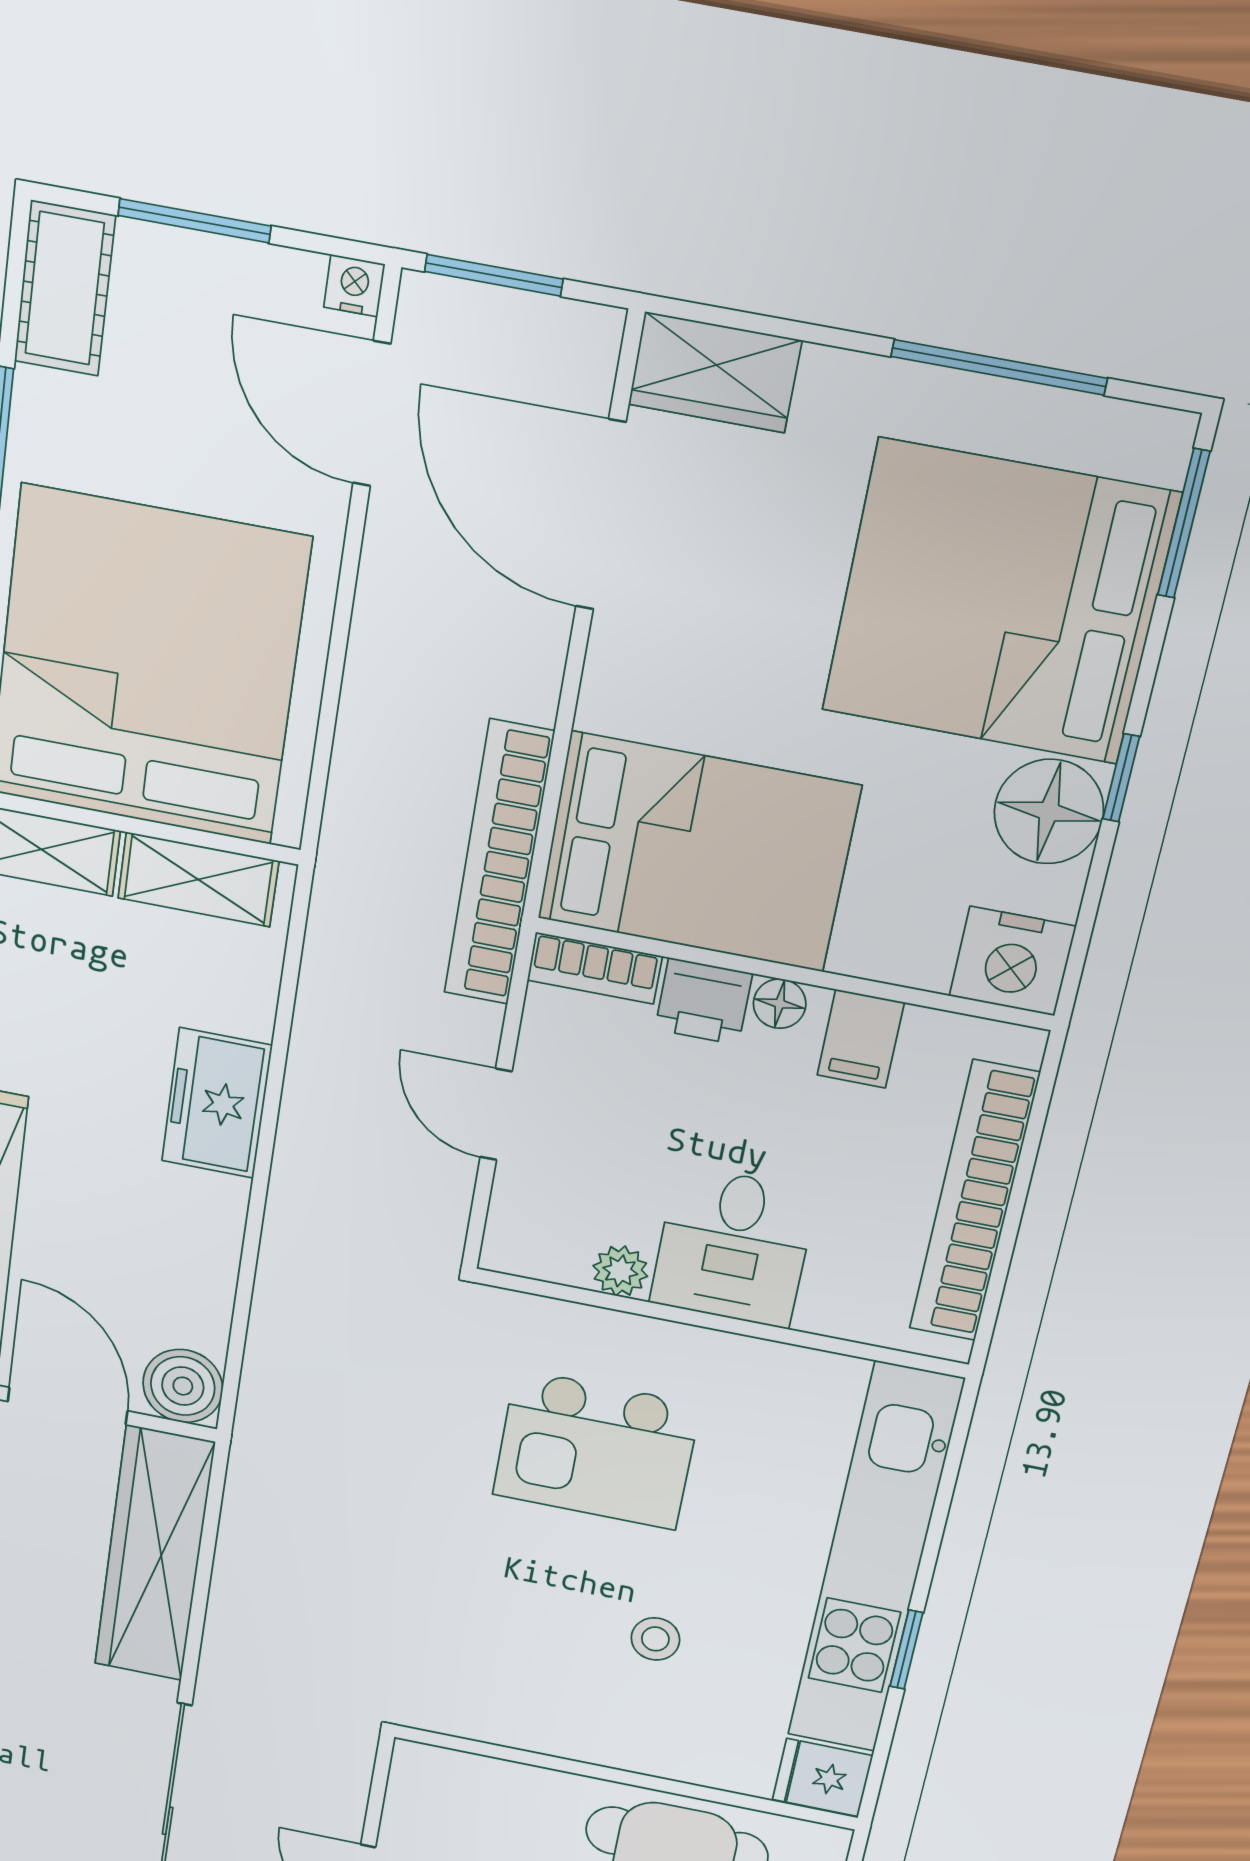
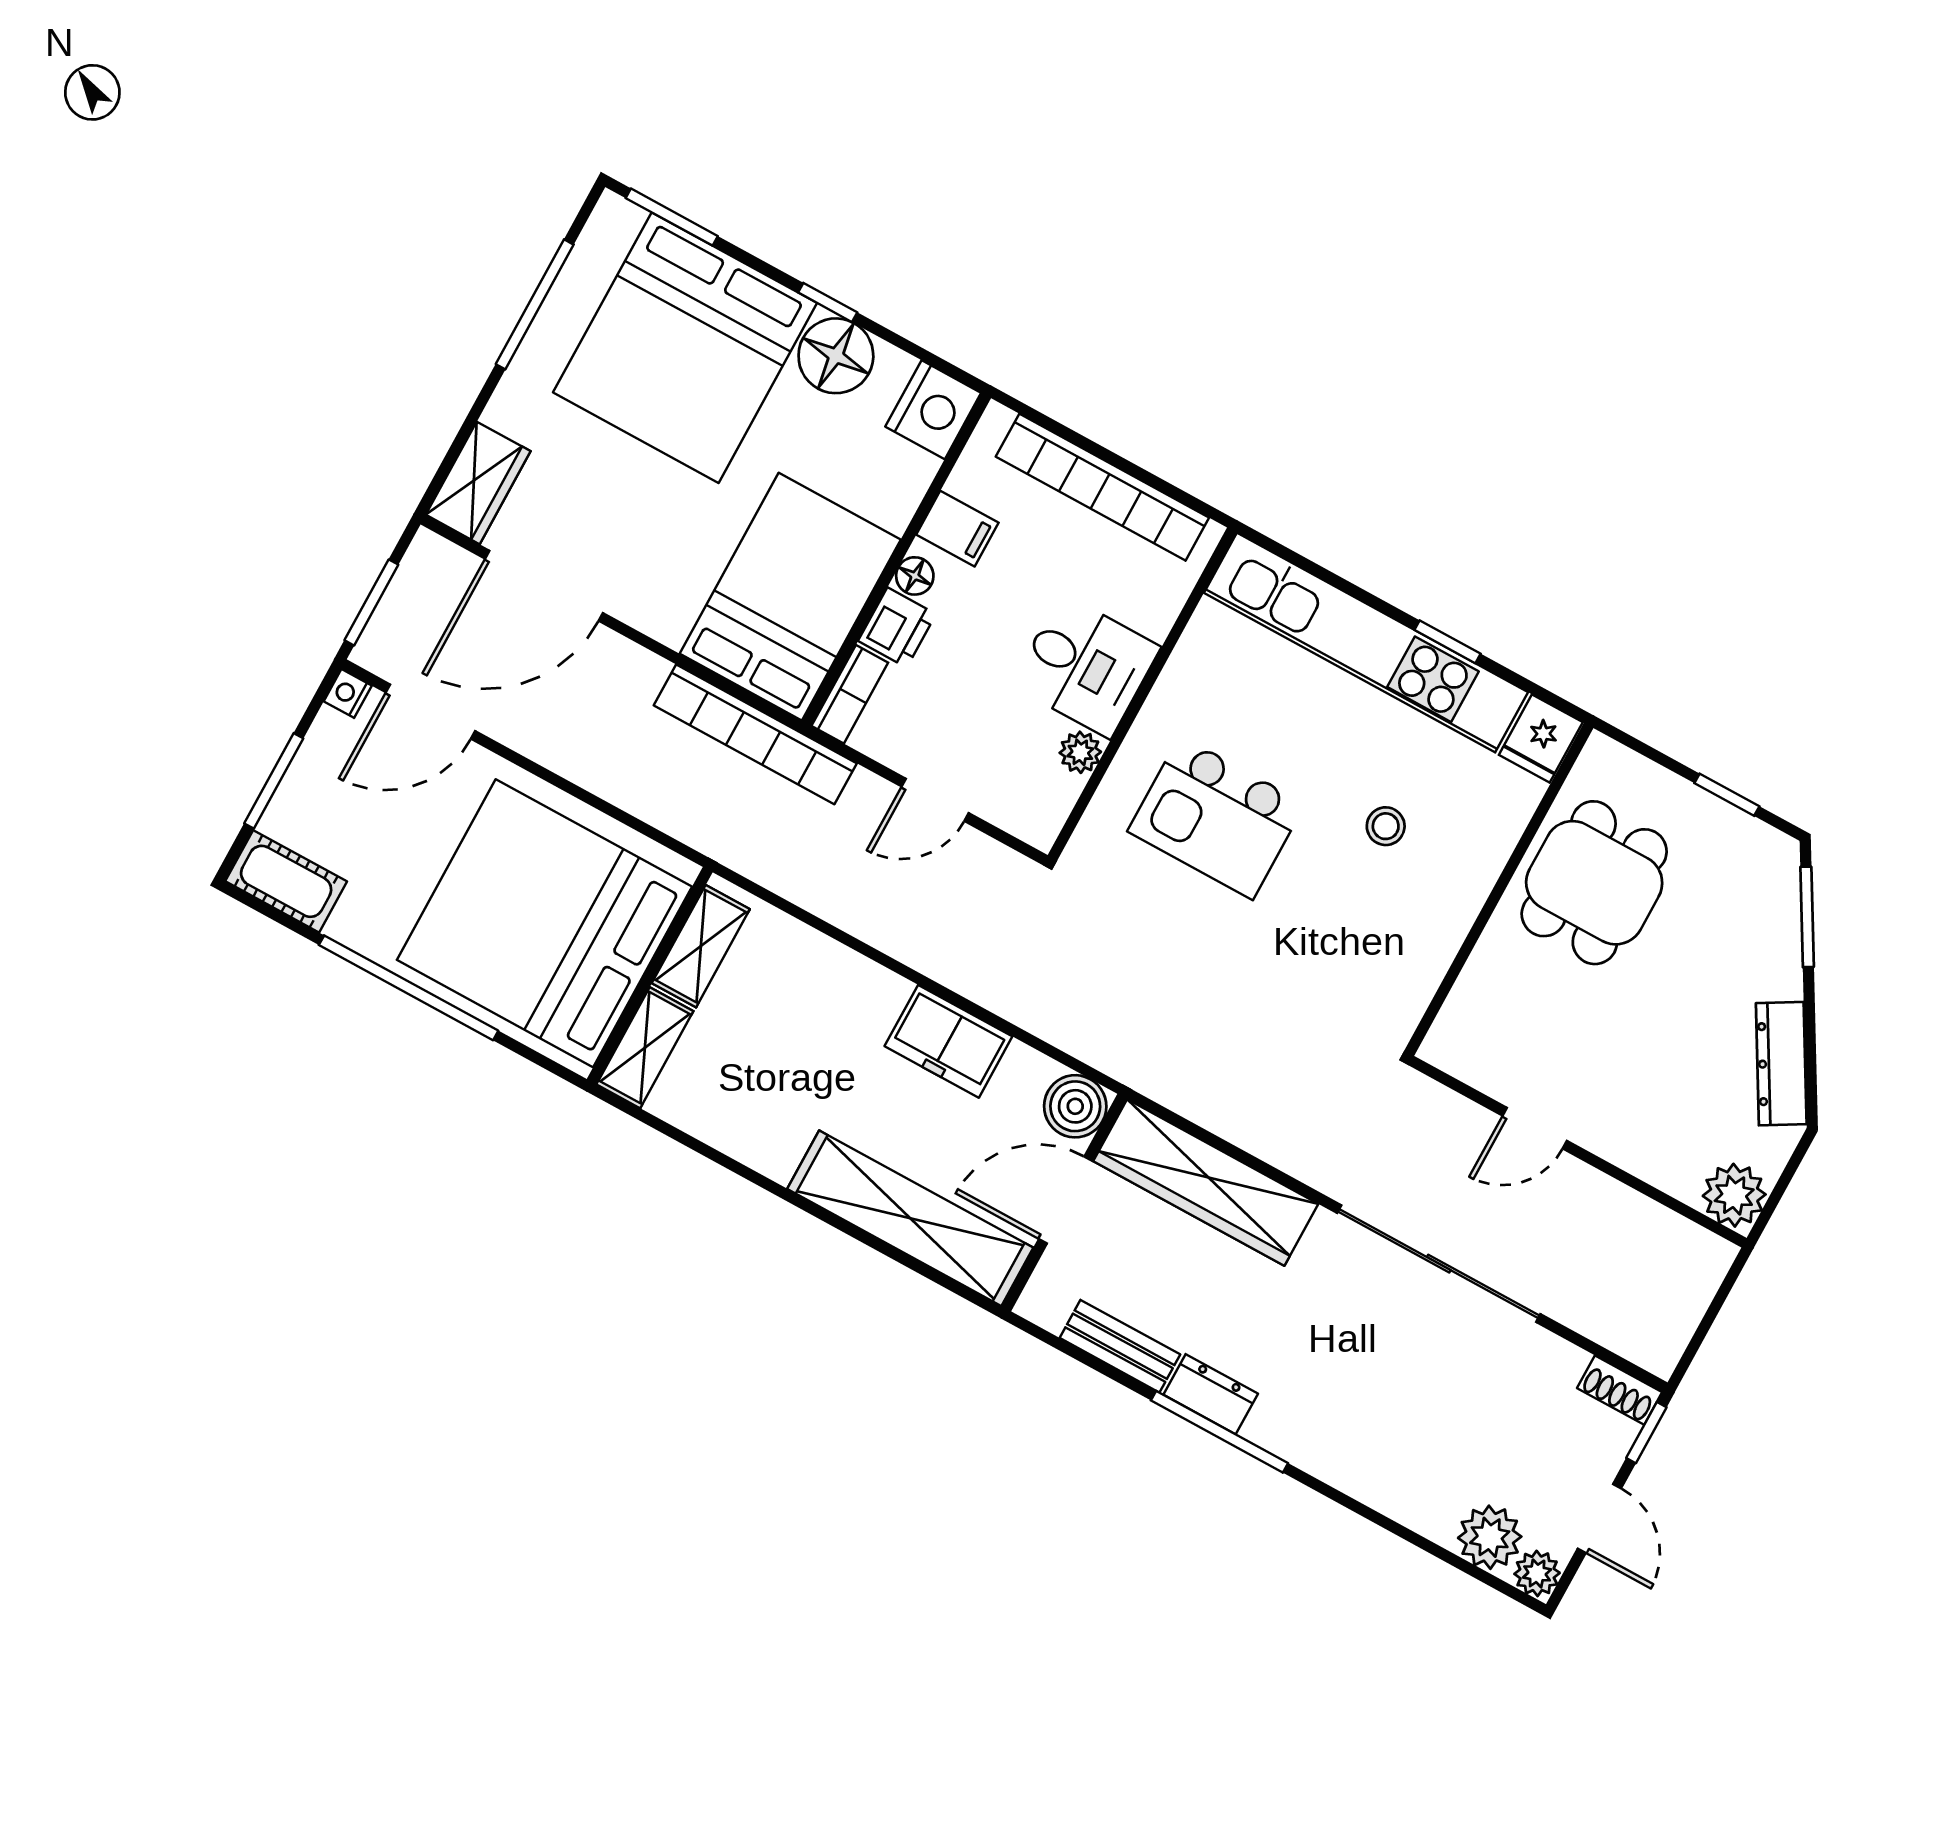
freezer: (217, 1103) -> (948, 1041), moved
kitchen island: (596, 1450) -> (1216, 818), turned 90

